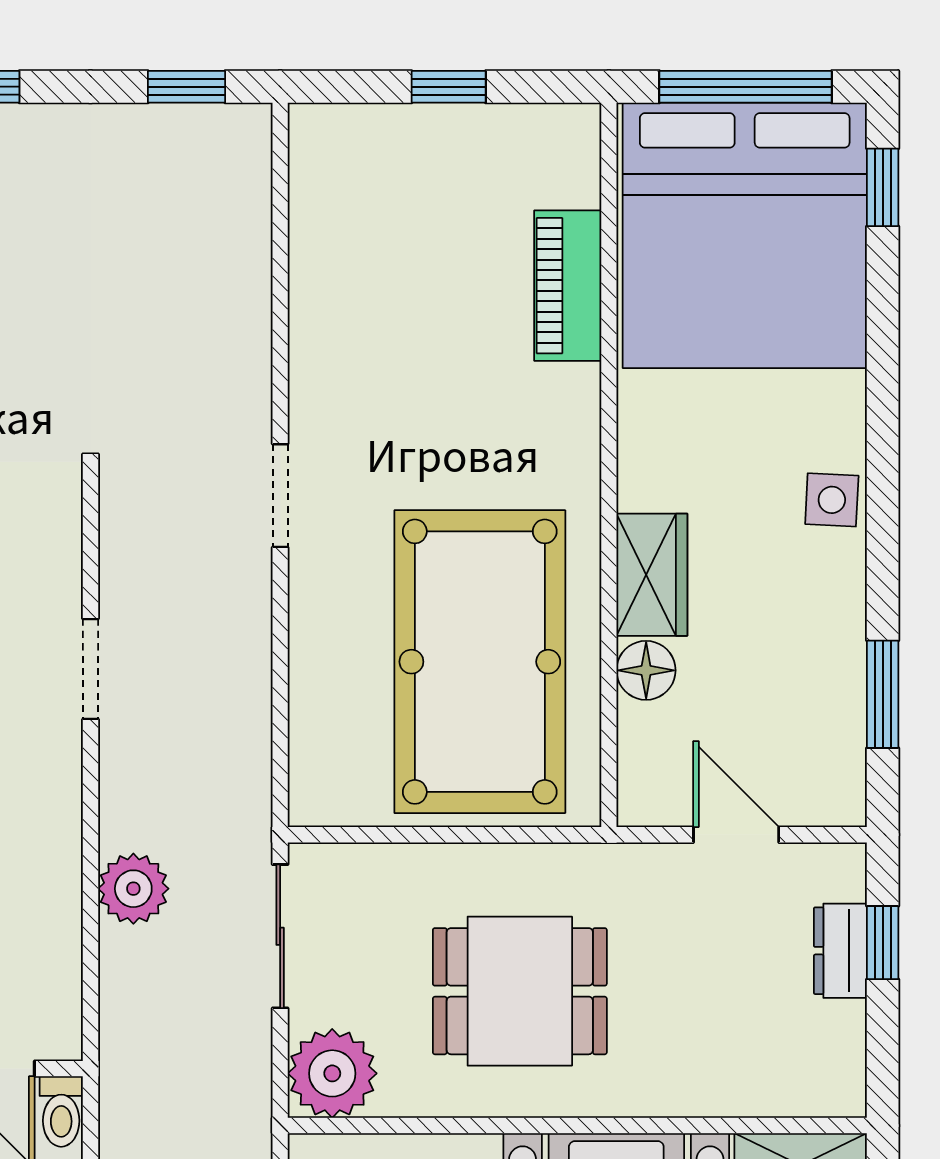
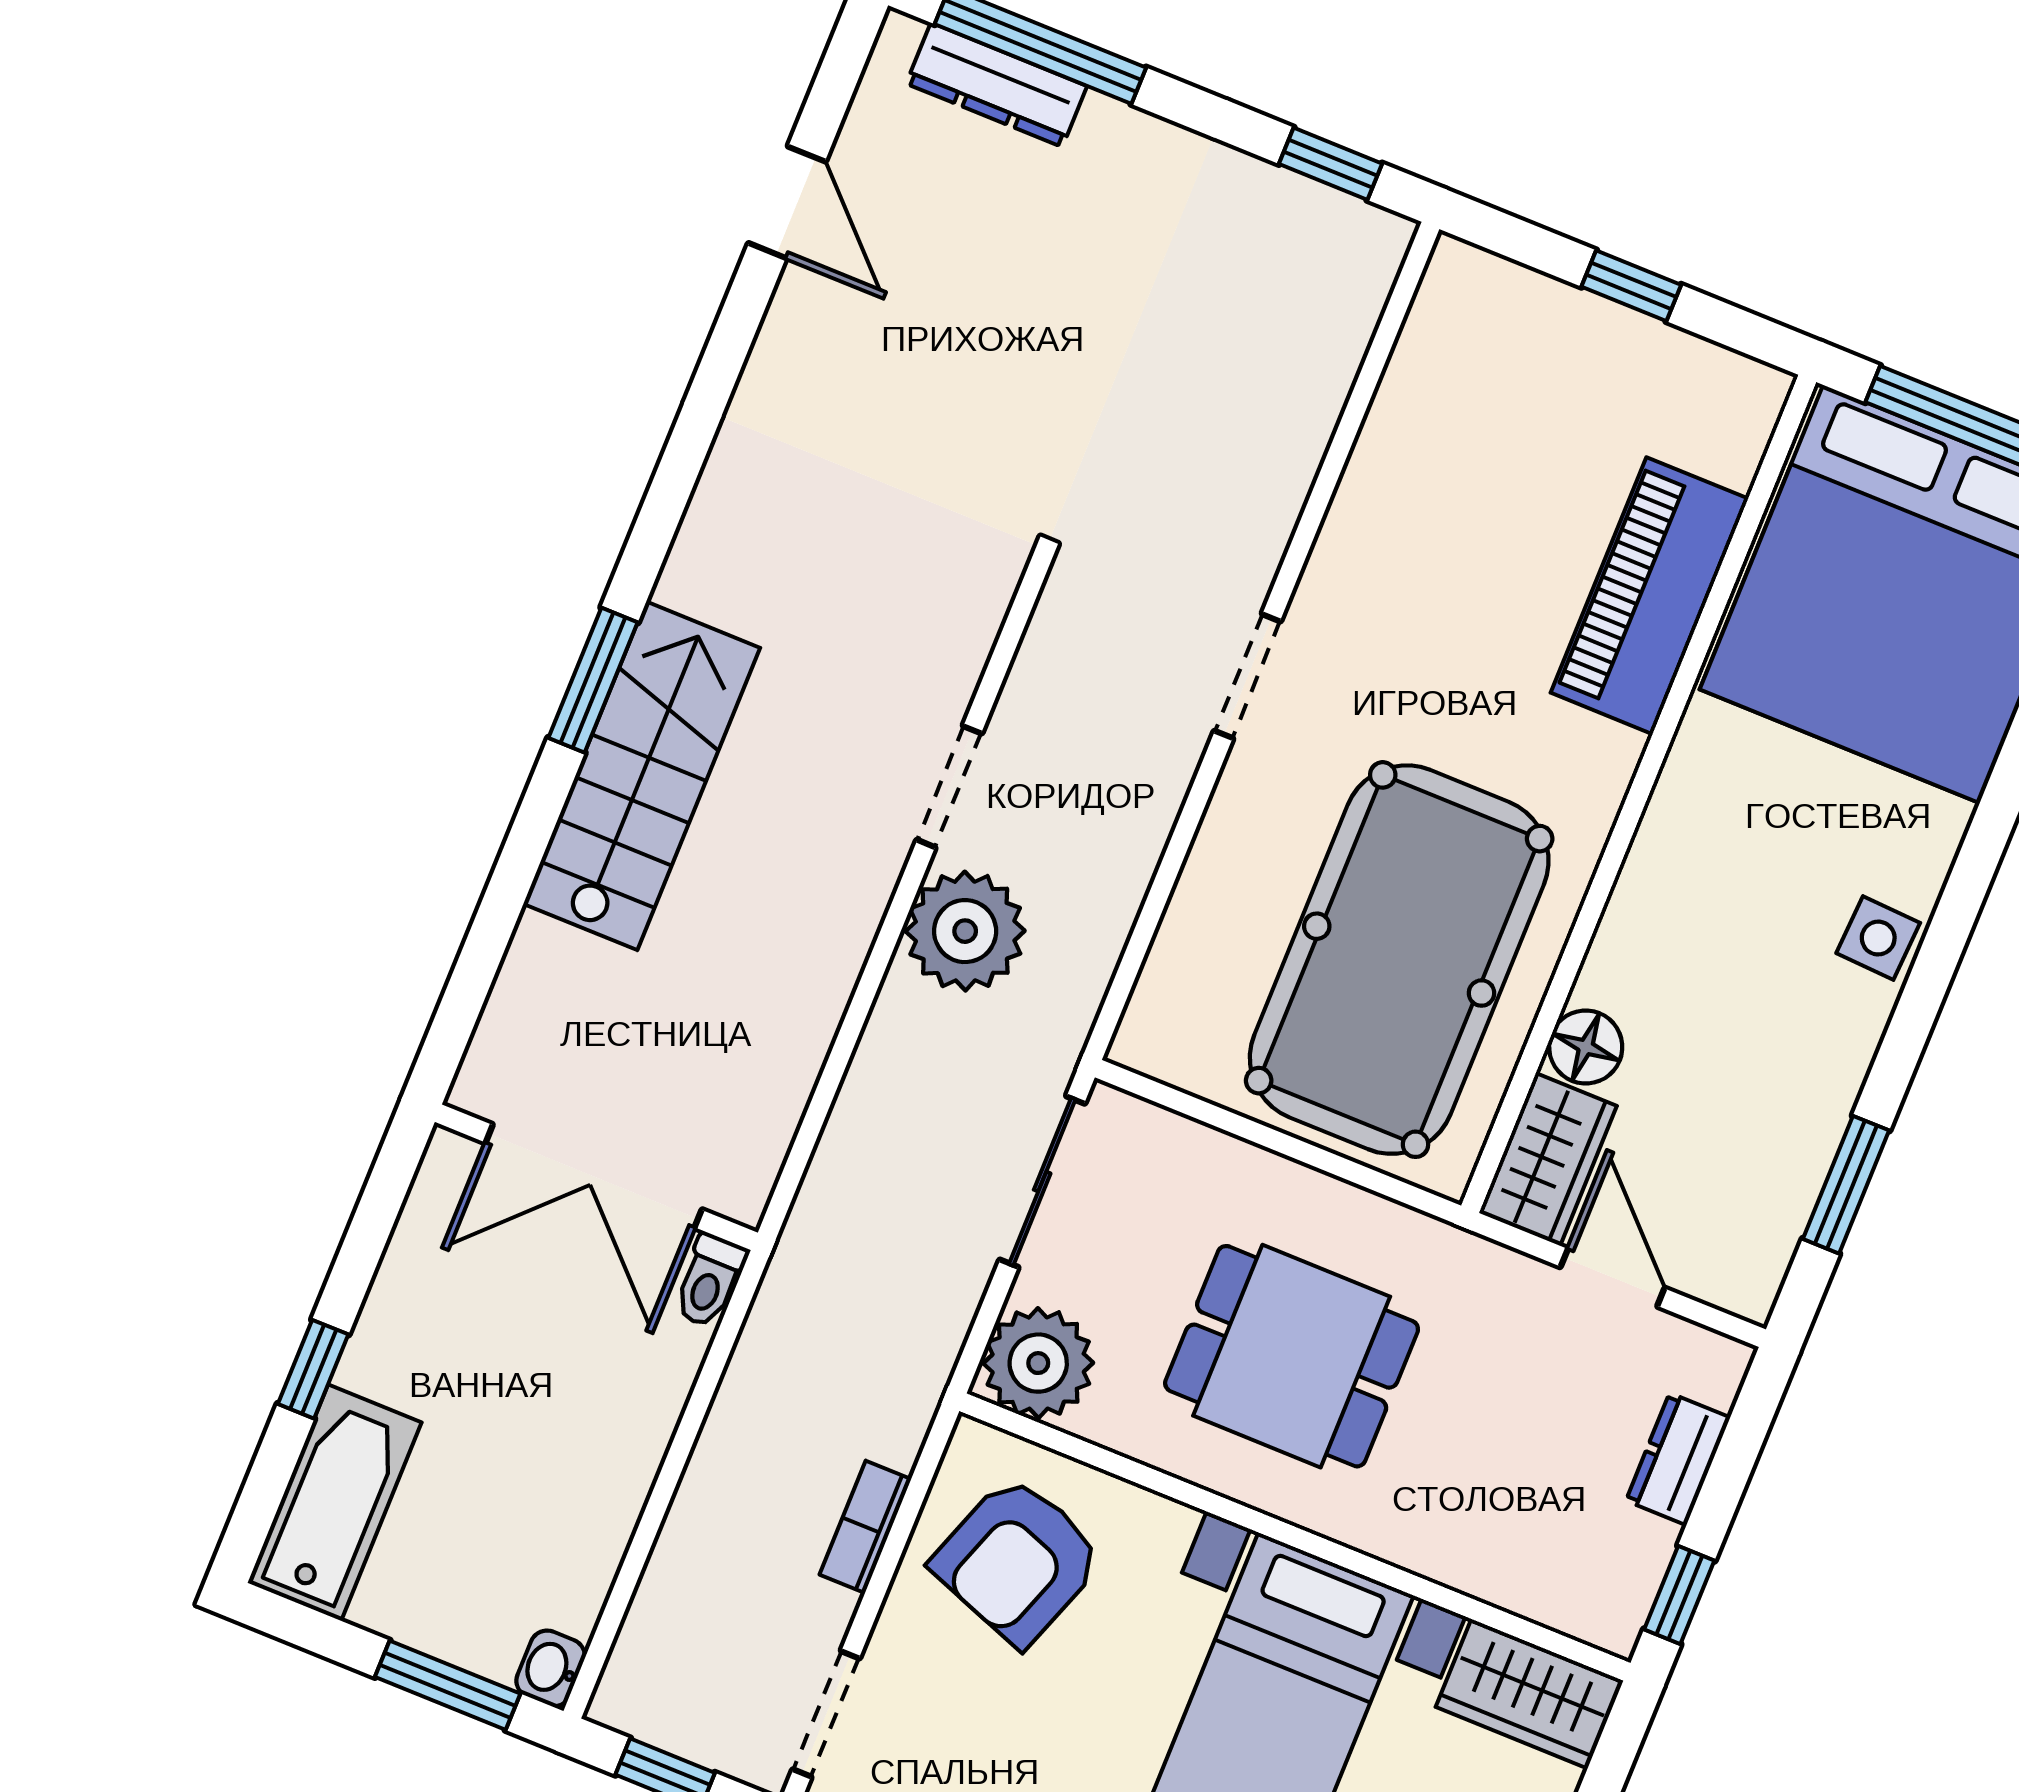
piano: (568, 286) -> (1650, 596), width x1.37, depth x1.33
wardrobe: (652, 575) -> (1548, 1159), moved
plant: (133, 889) -> (965, 931), moved, width x1.36, depth x1.36
window: (883, 943) -> (1679, 1595), moved

